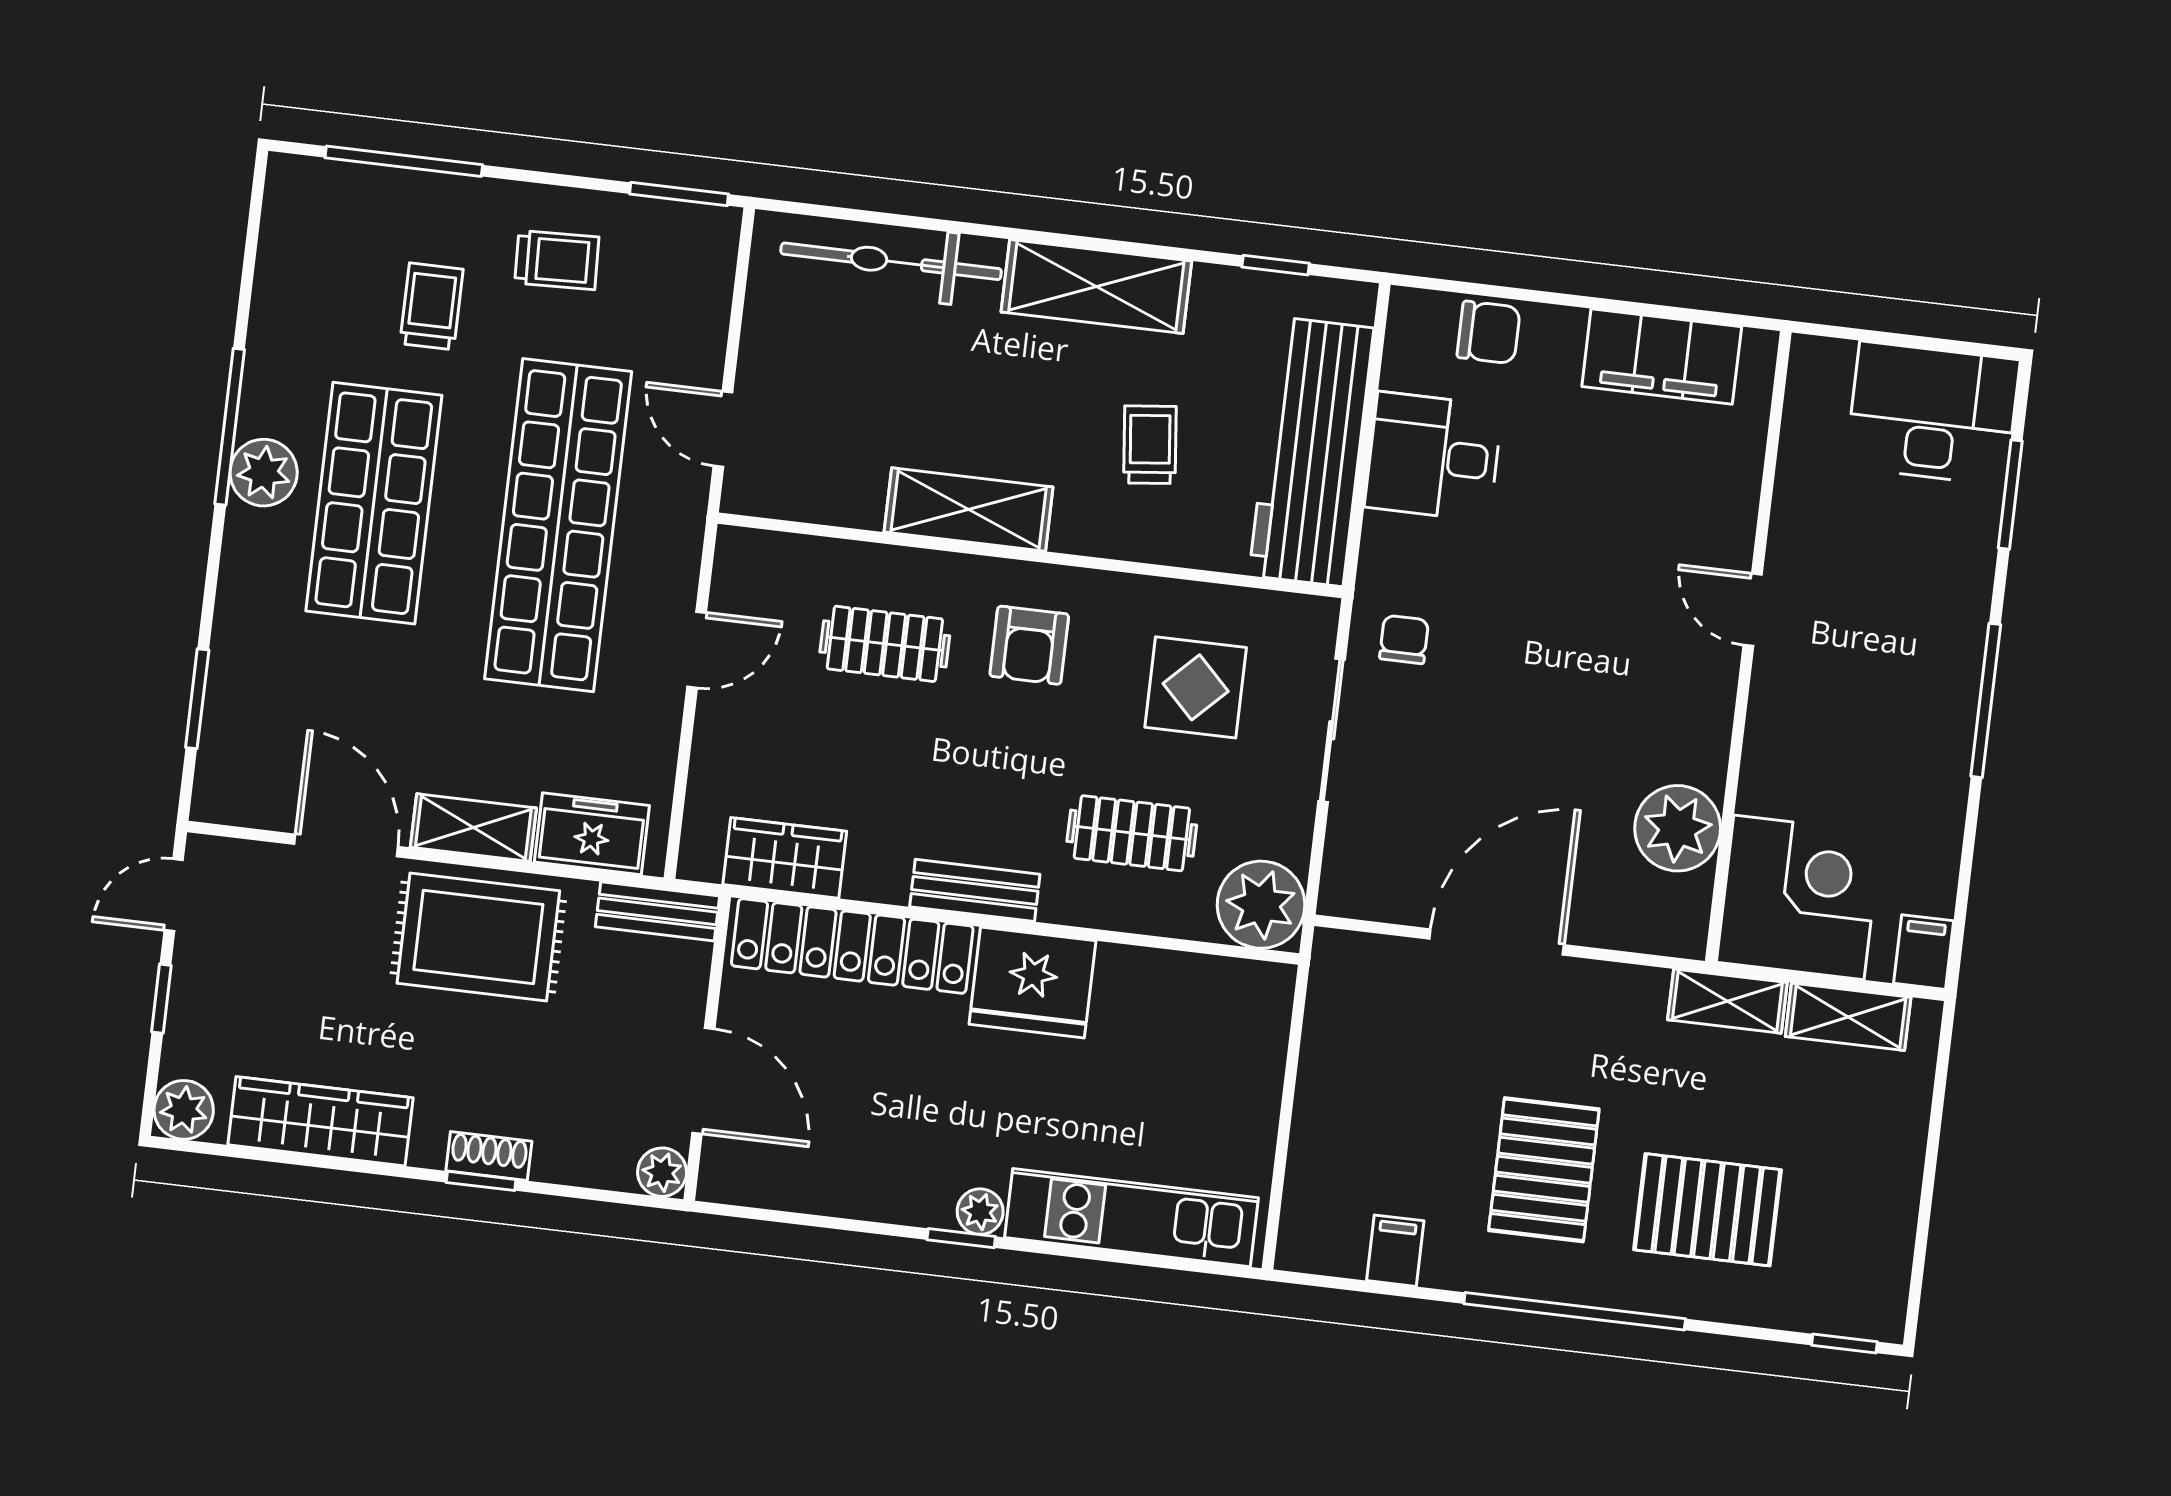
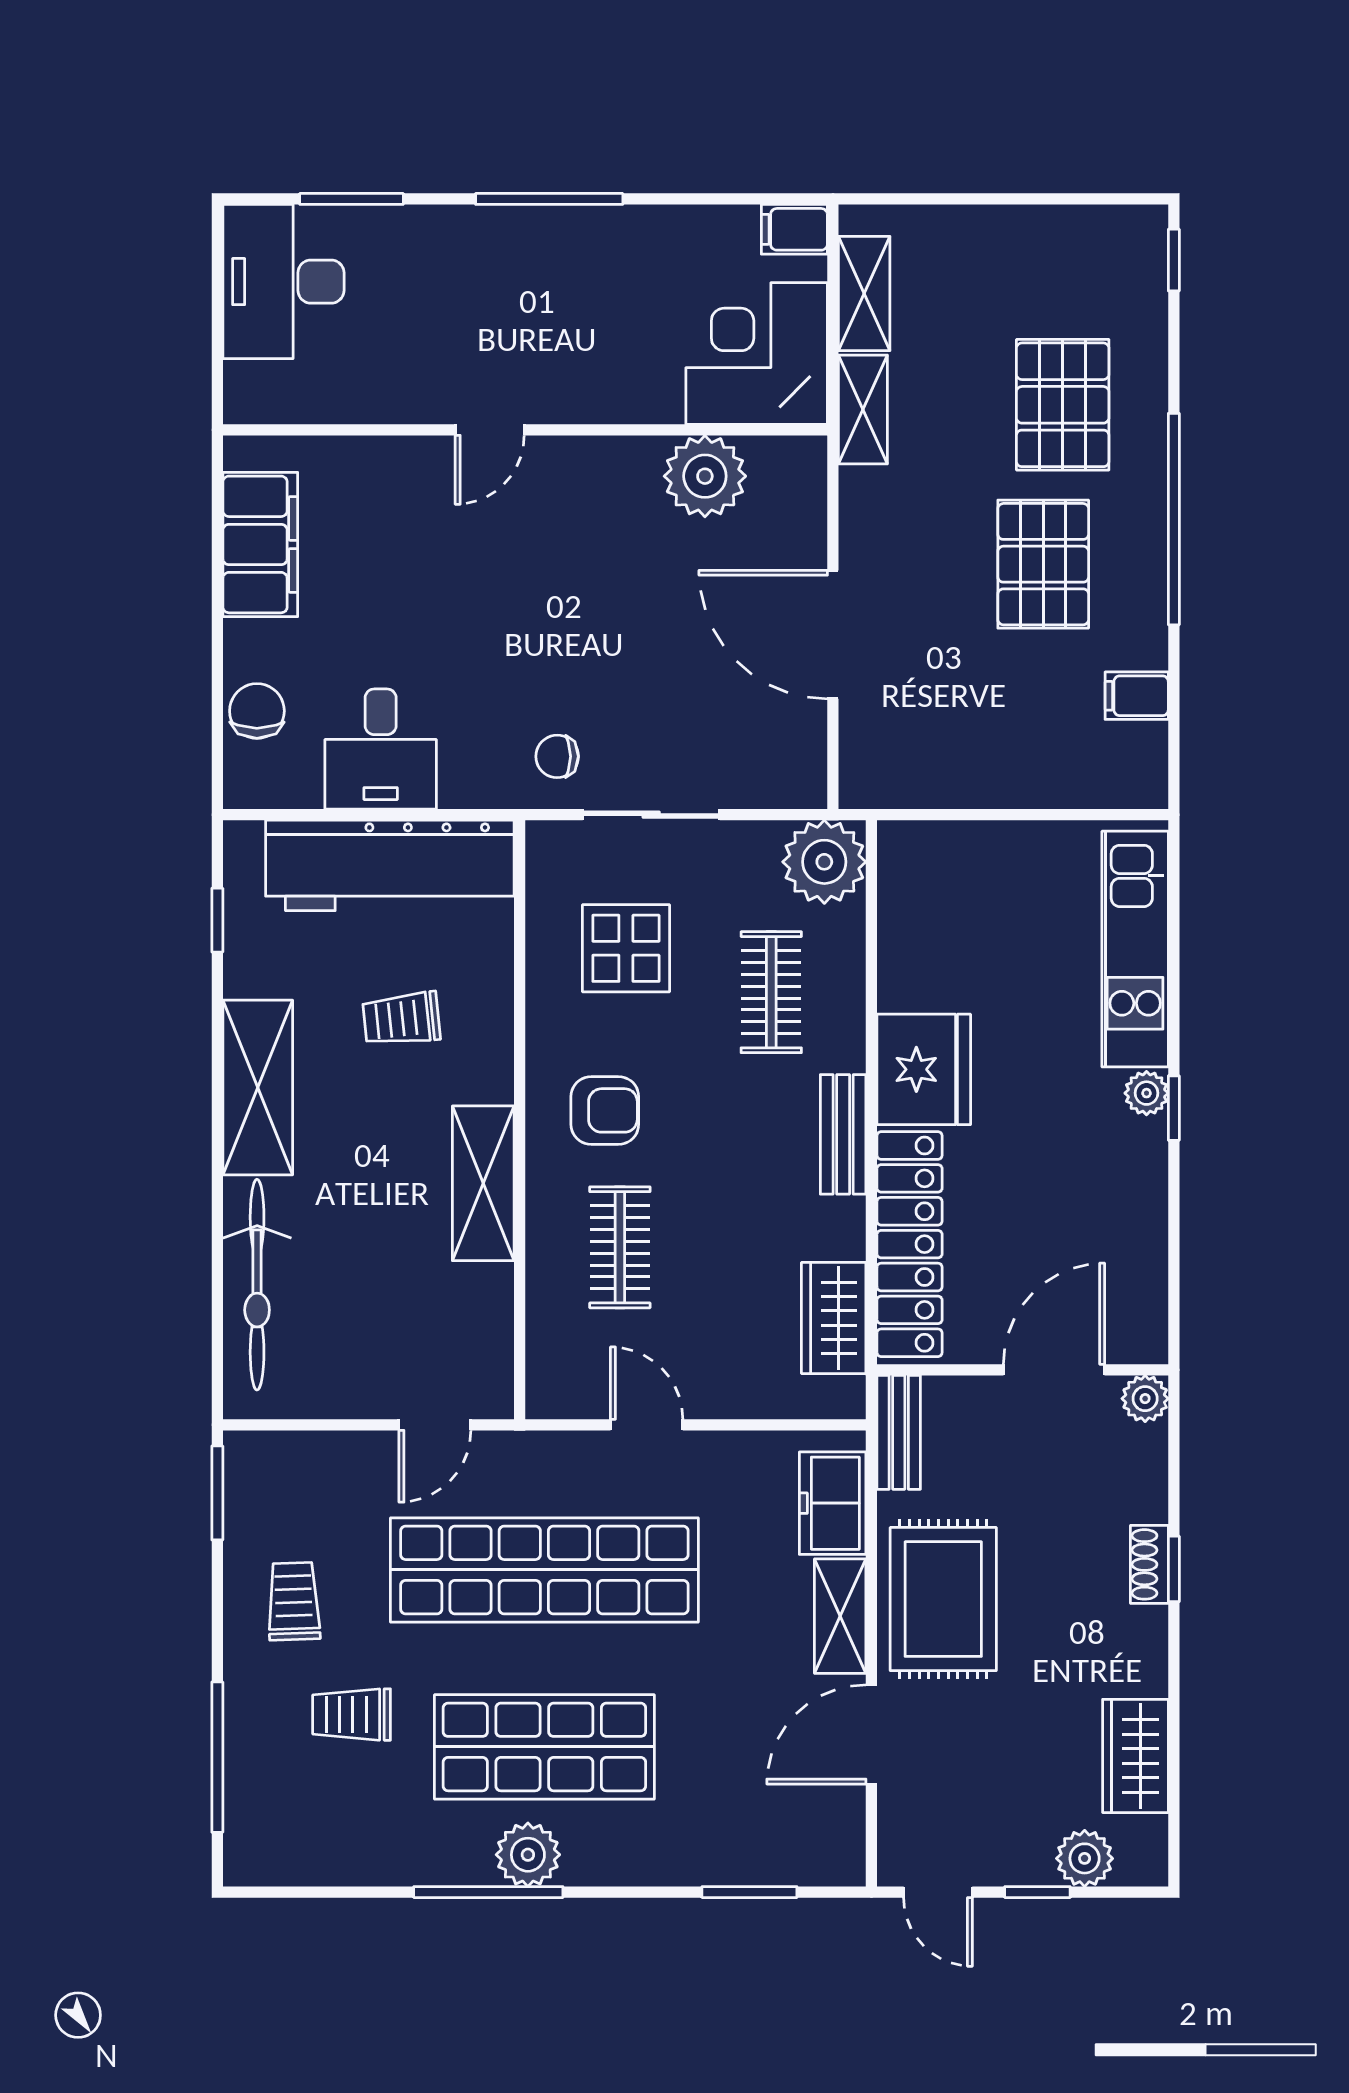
plant: (184, 1110) -> (1085, 1858), moved
wardrobe: (321, 1121) -> (1135, 1756), width x0.67
pallet: (1544, 1170) -> (1043, 564), turned 90

